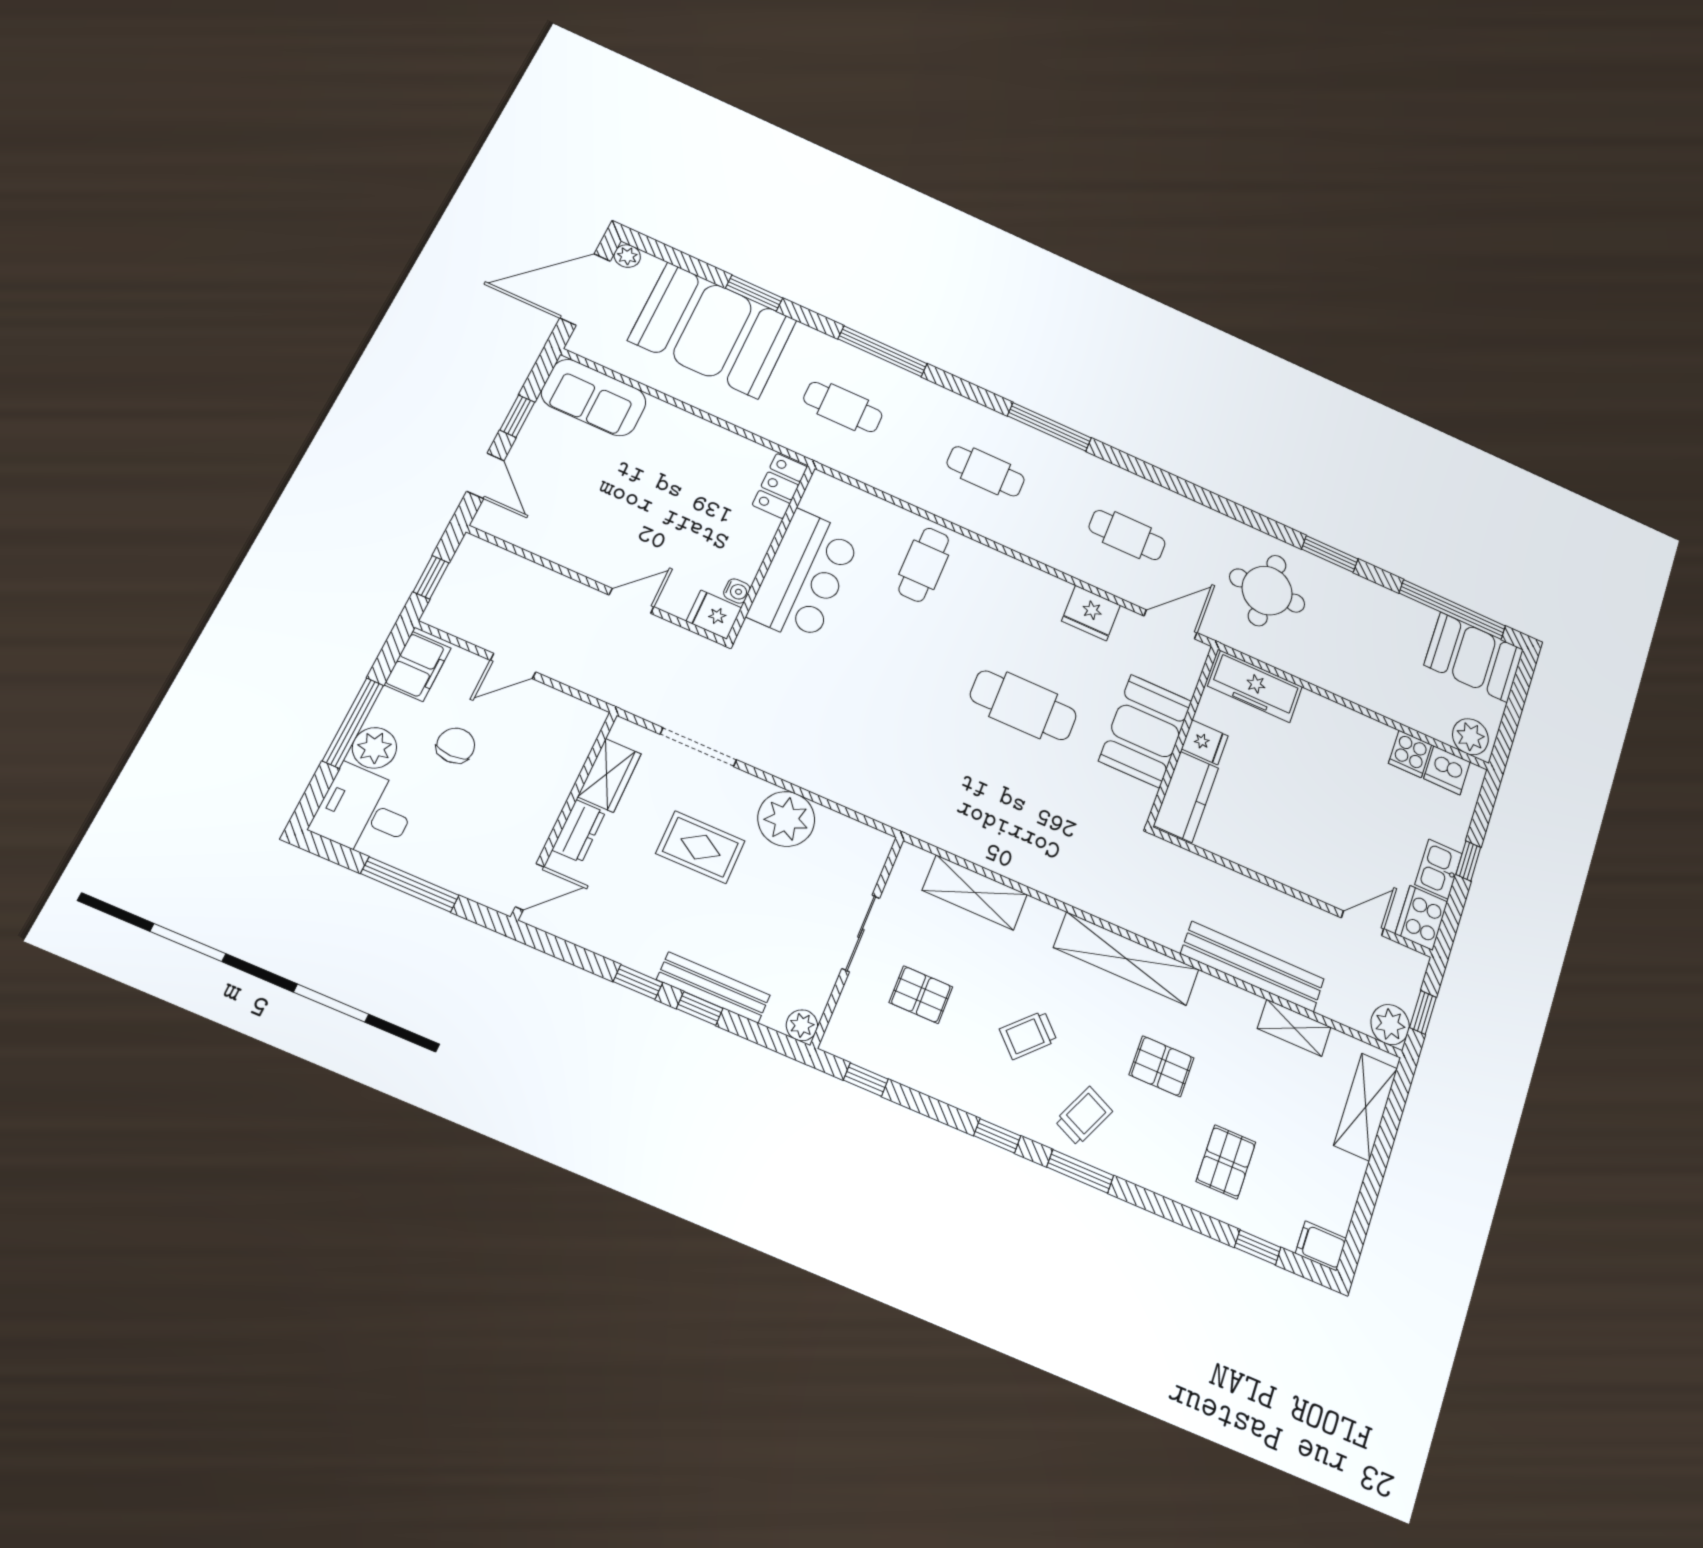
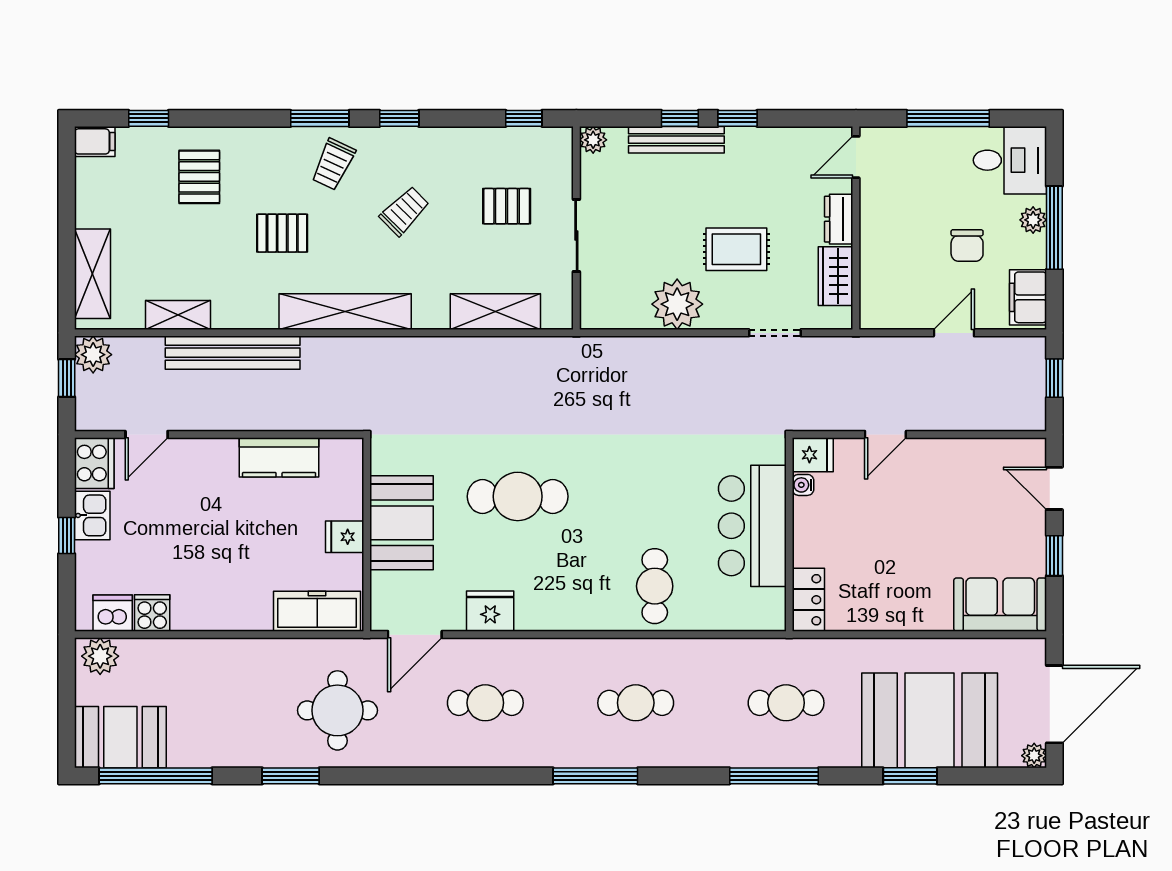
doorway: (698, 747) -> (775, 333), width x0.73
plant: (374, 748) -> (1033, 220), width x0.73, depth x0.73
kitchen counter: (1186, 797) -> (279, 457), moved, turned -90

